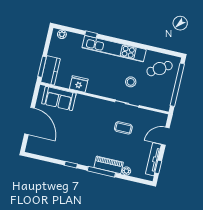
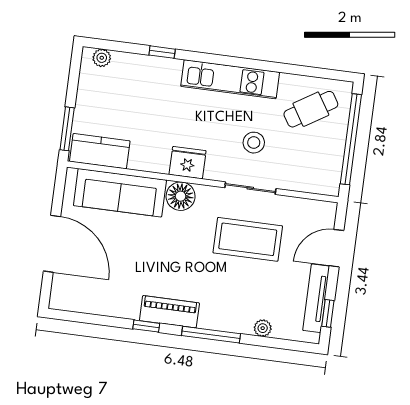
kitchen unit: (114, 49) -> (230, 79), width x0.73
kitchen counter: (50, 70) -> (100, 151), moved, turned -90
fridge: (79, 84) -> (188, 163), moved
sofa: (59, 98) -> (120, 193), width x1.36
floor lamp: (93, 104) -> (181, 196), added
coffee table: (123, 128) -> (248, 239), width x1.86, depth x1.72
piano: (109, 165) -> (169, 312), moved

